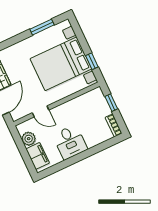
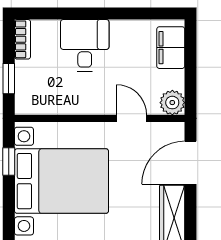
plant: (29, 139) -> (172, 103), moved
desk: (70, 142) -> (85, 45), moved

